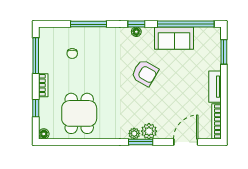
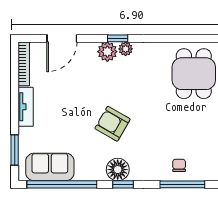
floor lamp: (136, 32) -> (118, 170), width x1.89, depth x1.89
sofa: (174, 38) -> (50, 167), moved
chair: (72, 54) -> (179, 165), moved
window: (141, 142) -> (118, 38), width x0.67

